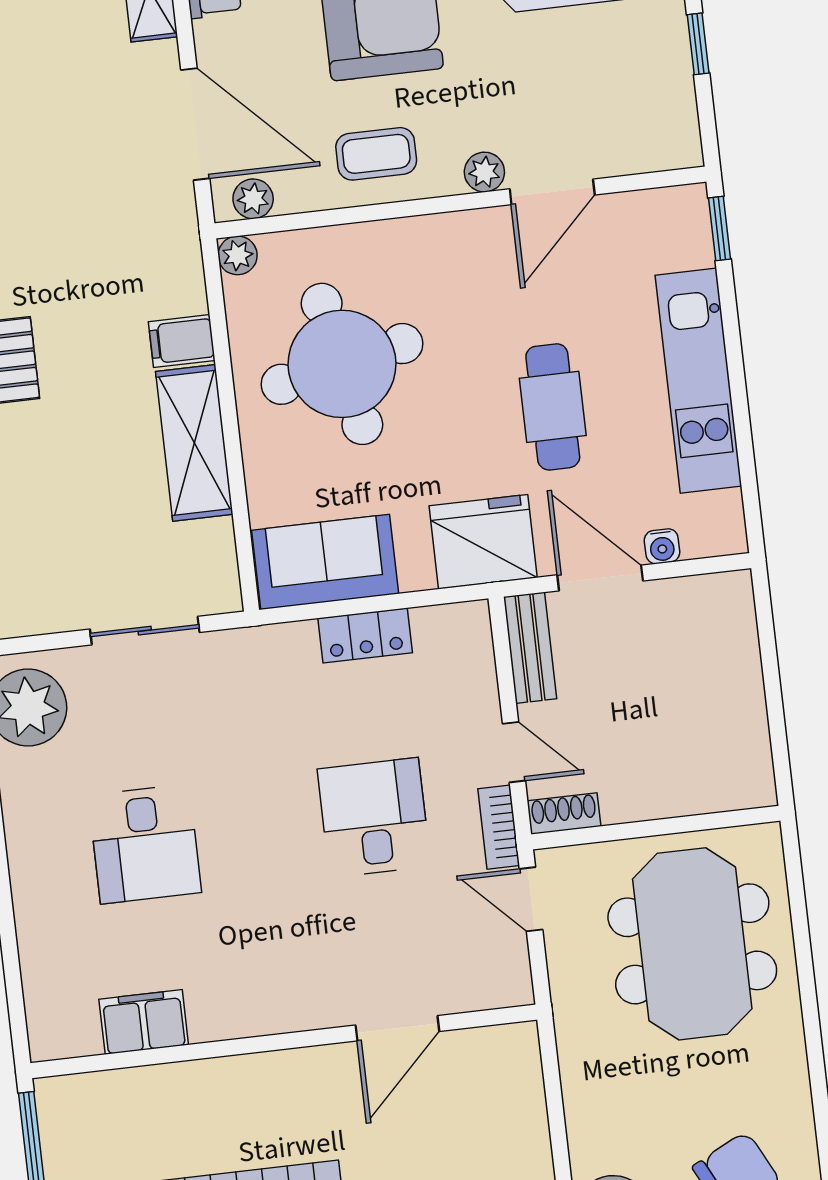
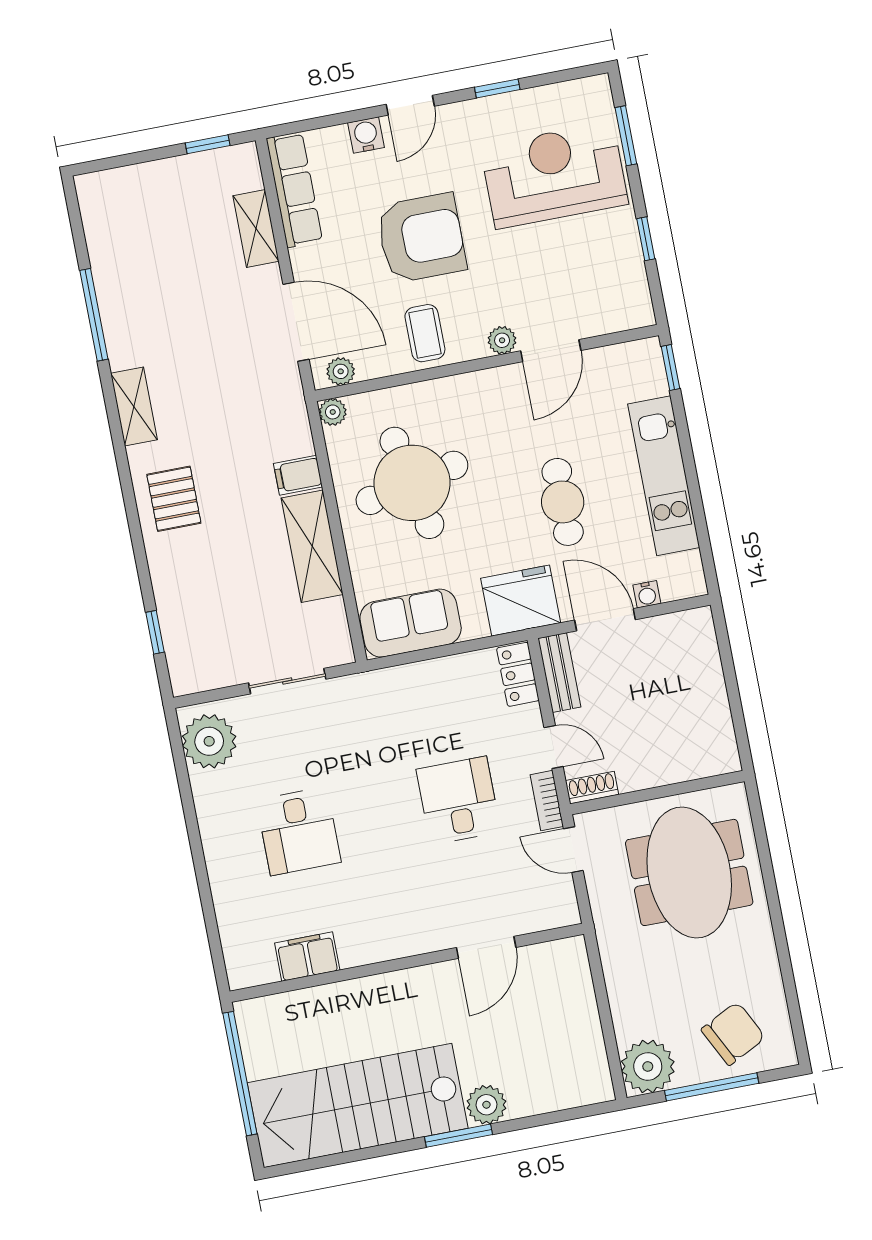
coffee table: (376, 154) -> (425, 333), turned 90
locker: (365, 636) -> (518, 674), moved, turned 90

